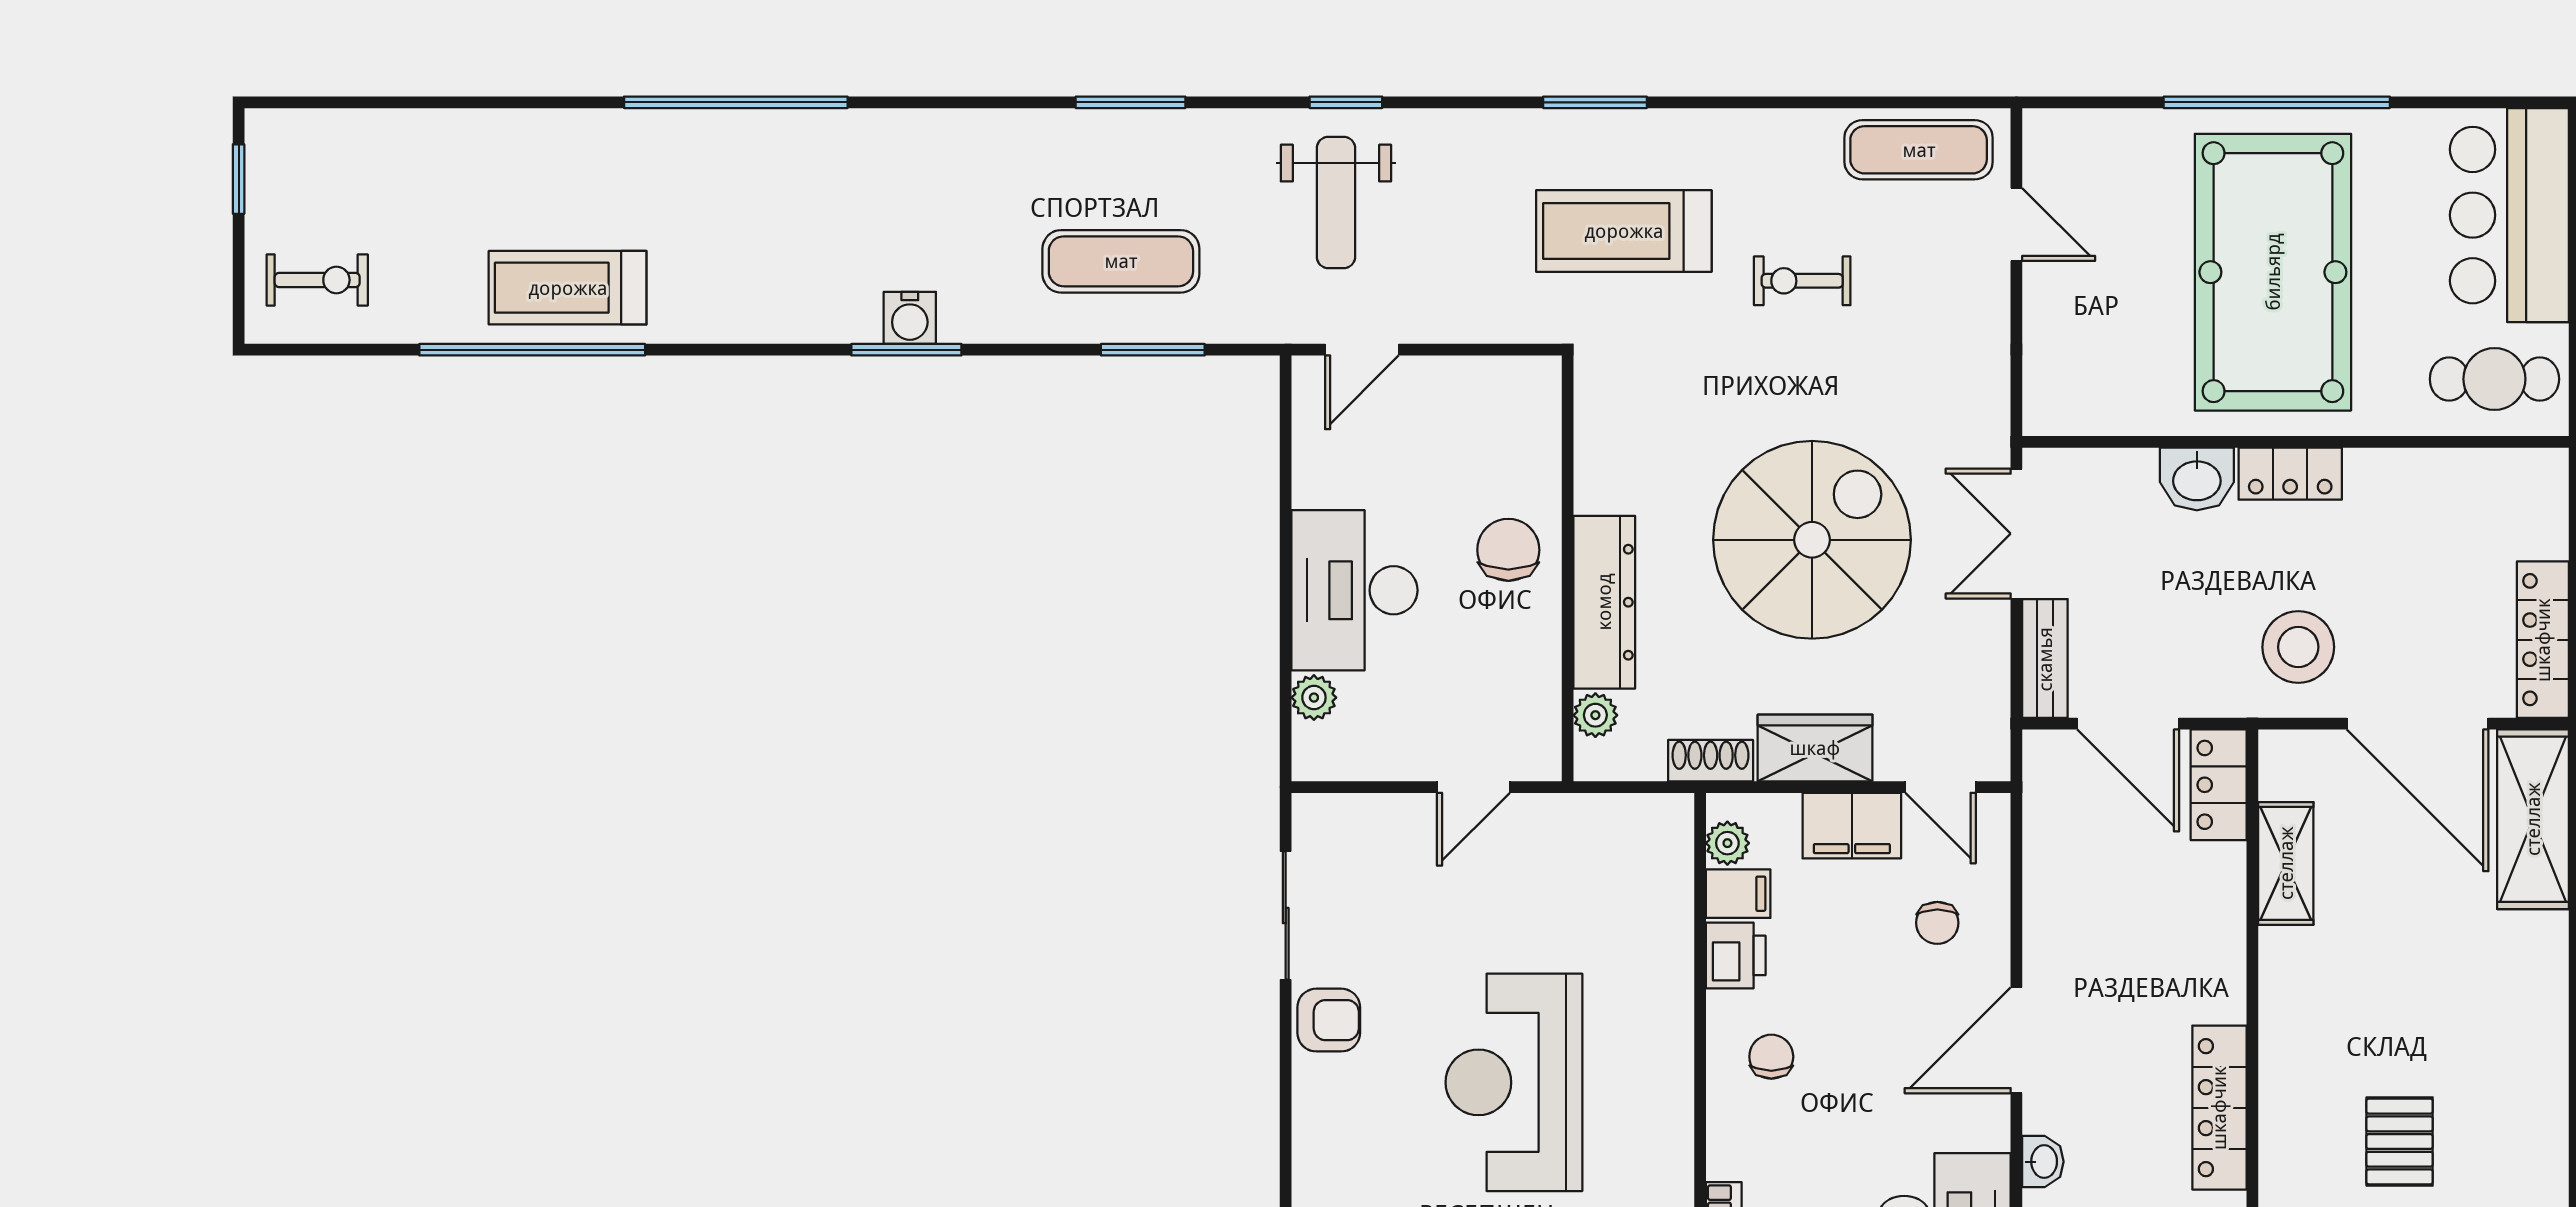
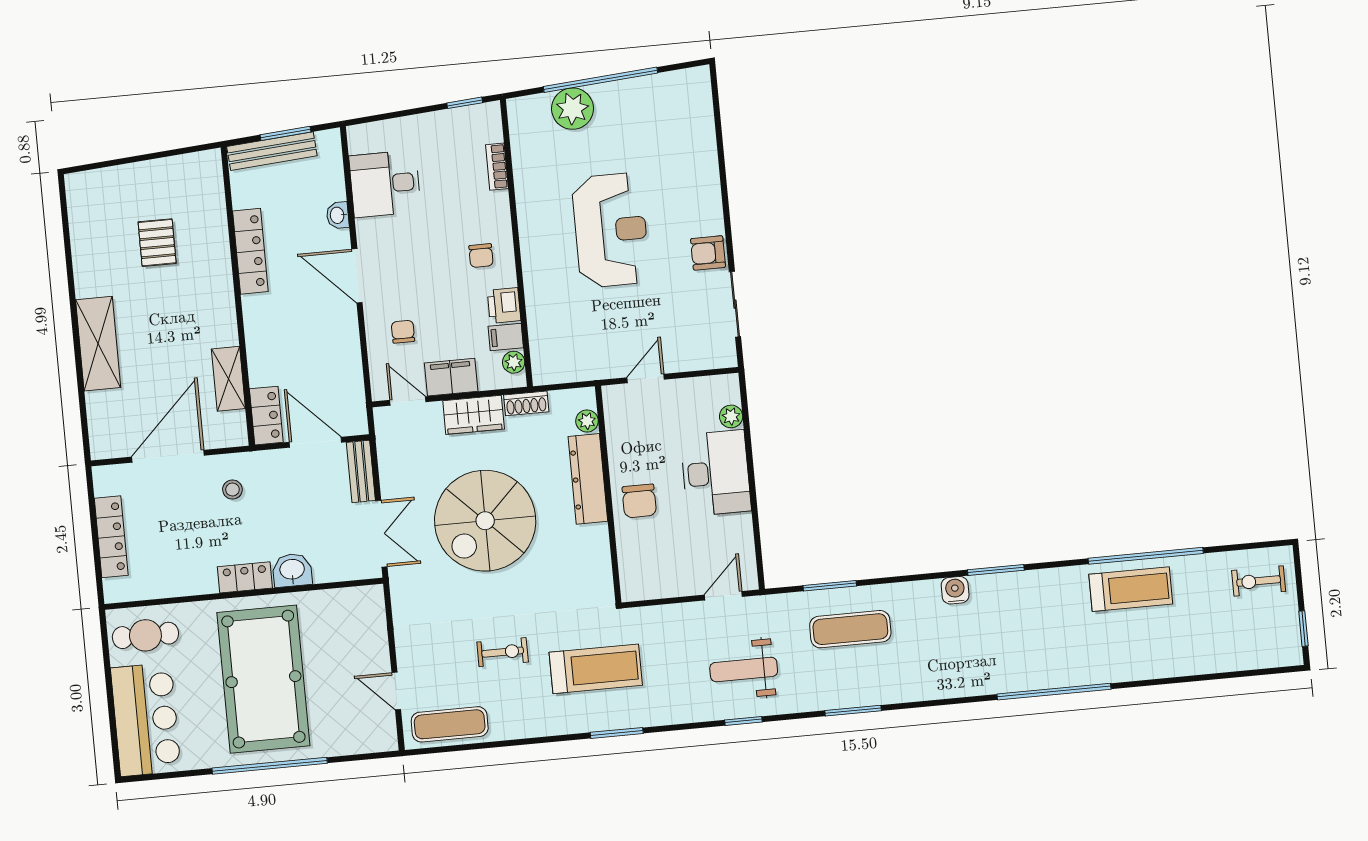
weight bench: (1336, 202) -> (744, 669), turned -90
window: (906, 350) -> (996, 570), moved
locker: (2543, 640) -> (111, 537), moved
stool: (2298, 647) -> (232, 490), width x0.53, depth x0.53
door: (2418, 724) -> (168, 456), hinge flipped
shelving: (2533, 819) -> (98, 344), moved
door: (2016, 1040) -> (357, 276), swing flipped

